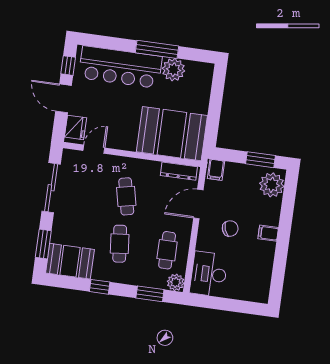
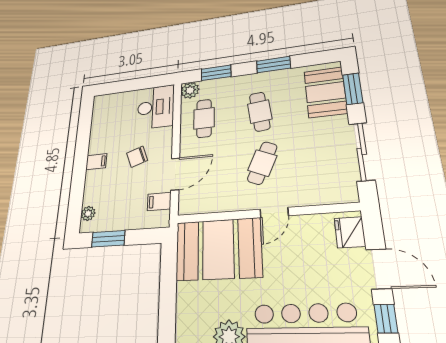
door: (94, 149) -> (274, 213), moved
filing cabinet: (216, 170) -> (159, 201), moved, turned -90
dresser: (179, 171) -> (203, 206), removed
plant: (272, 185) -> (88, 213), width x0.53, depth x0.53
cafe table: (126, 196) -> (262, 163), turned 36
booth: (70, 261) -> (325, 92), moved, turned 90
window: (100, 287) -> (273, 65), width x1.50

